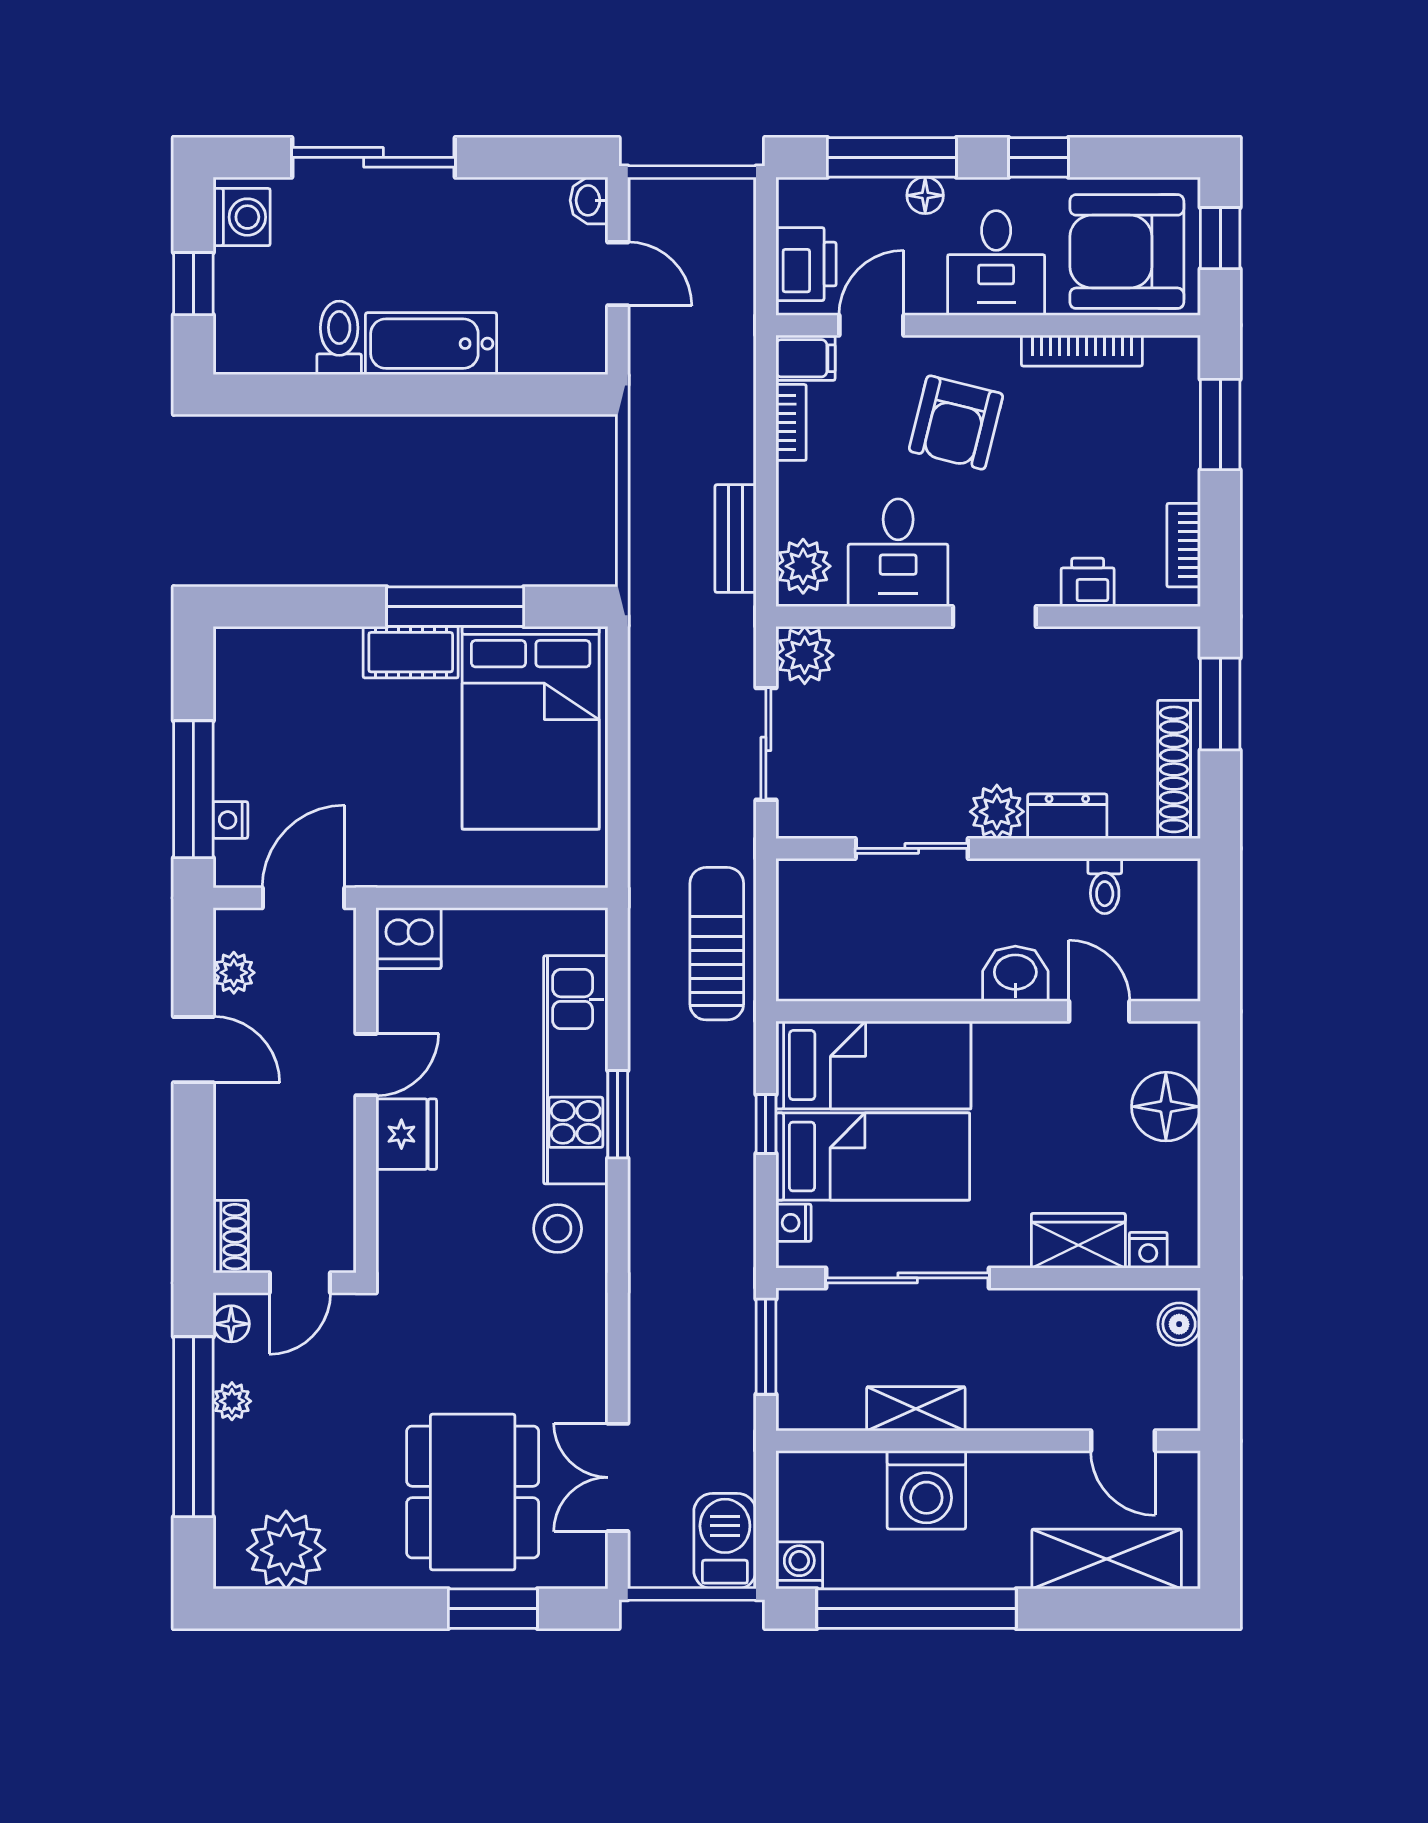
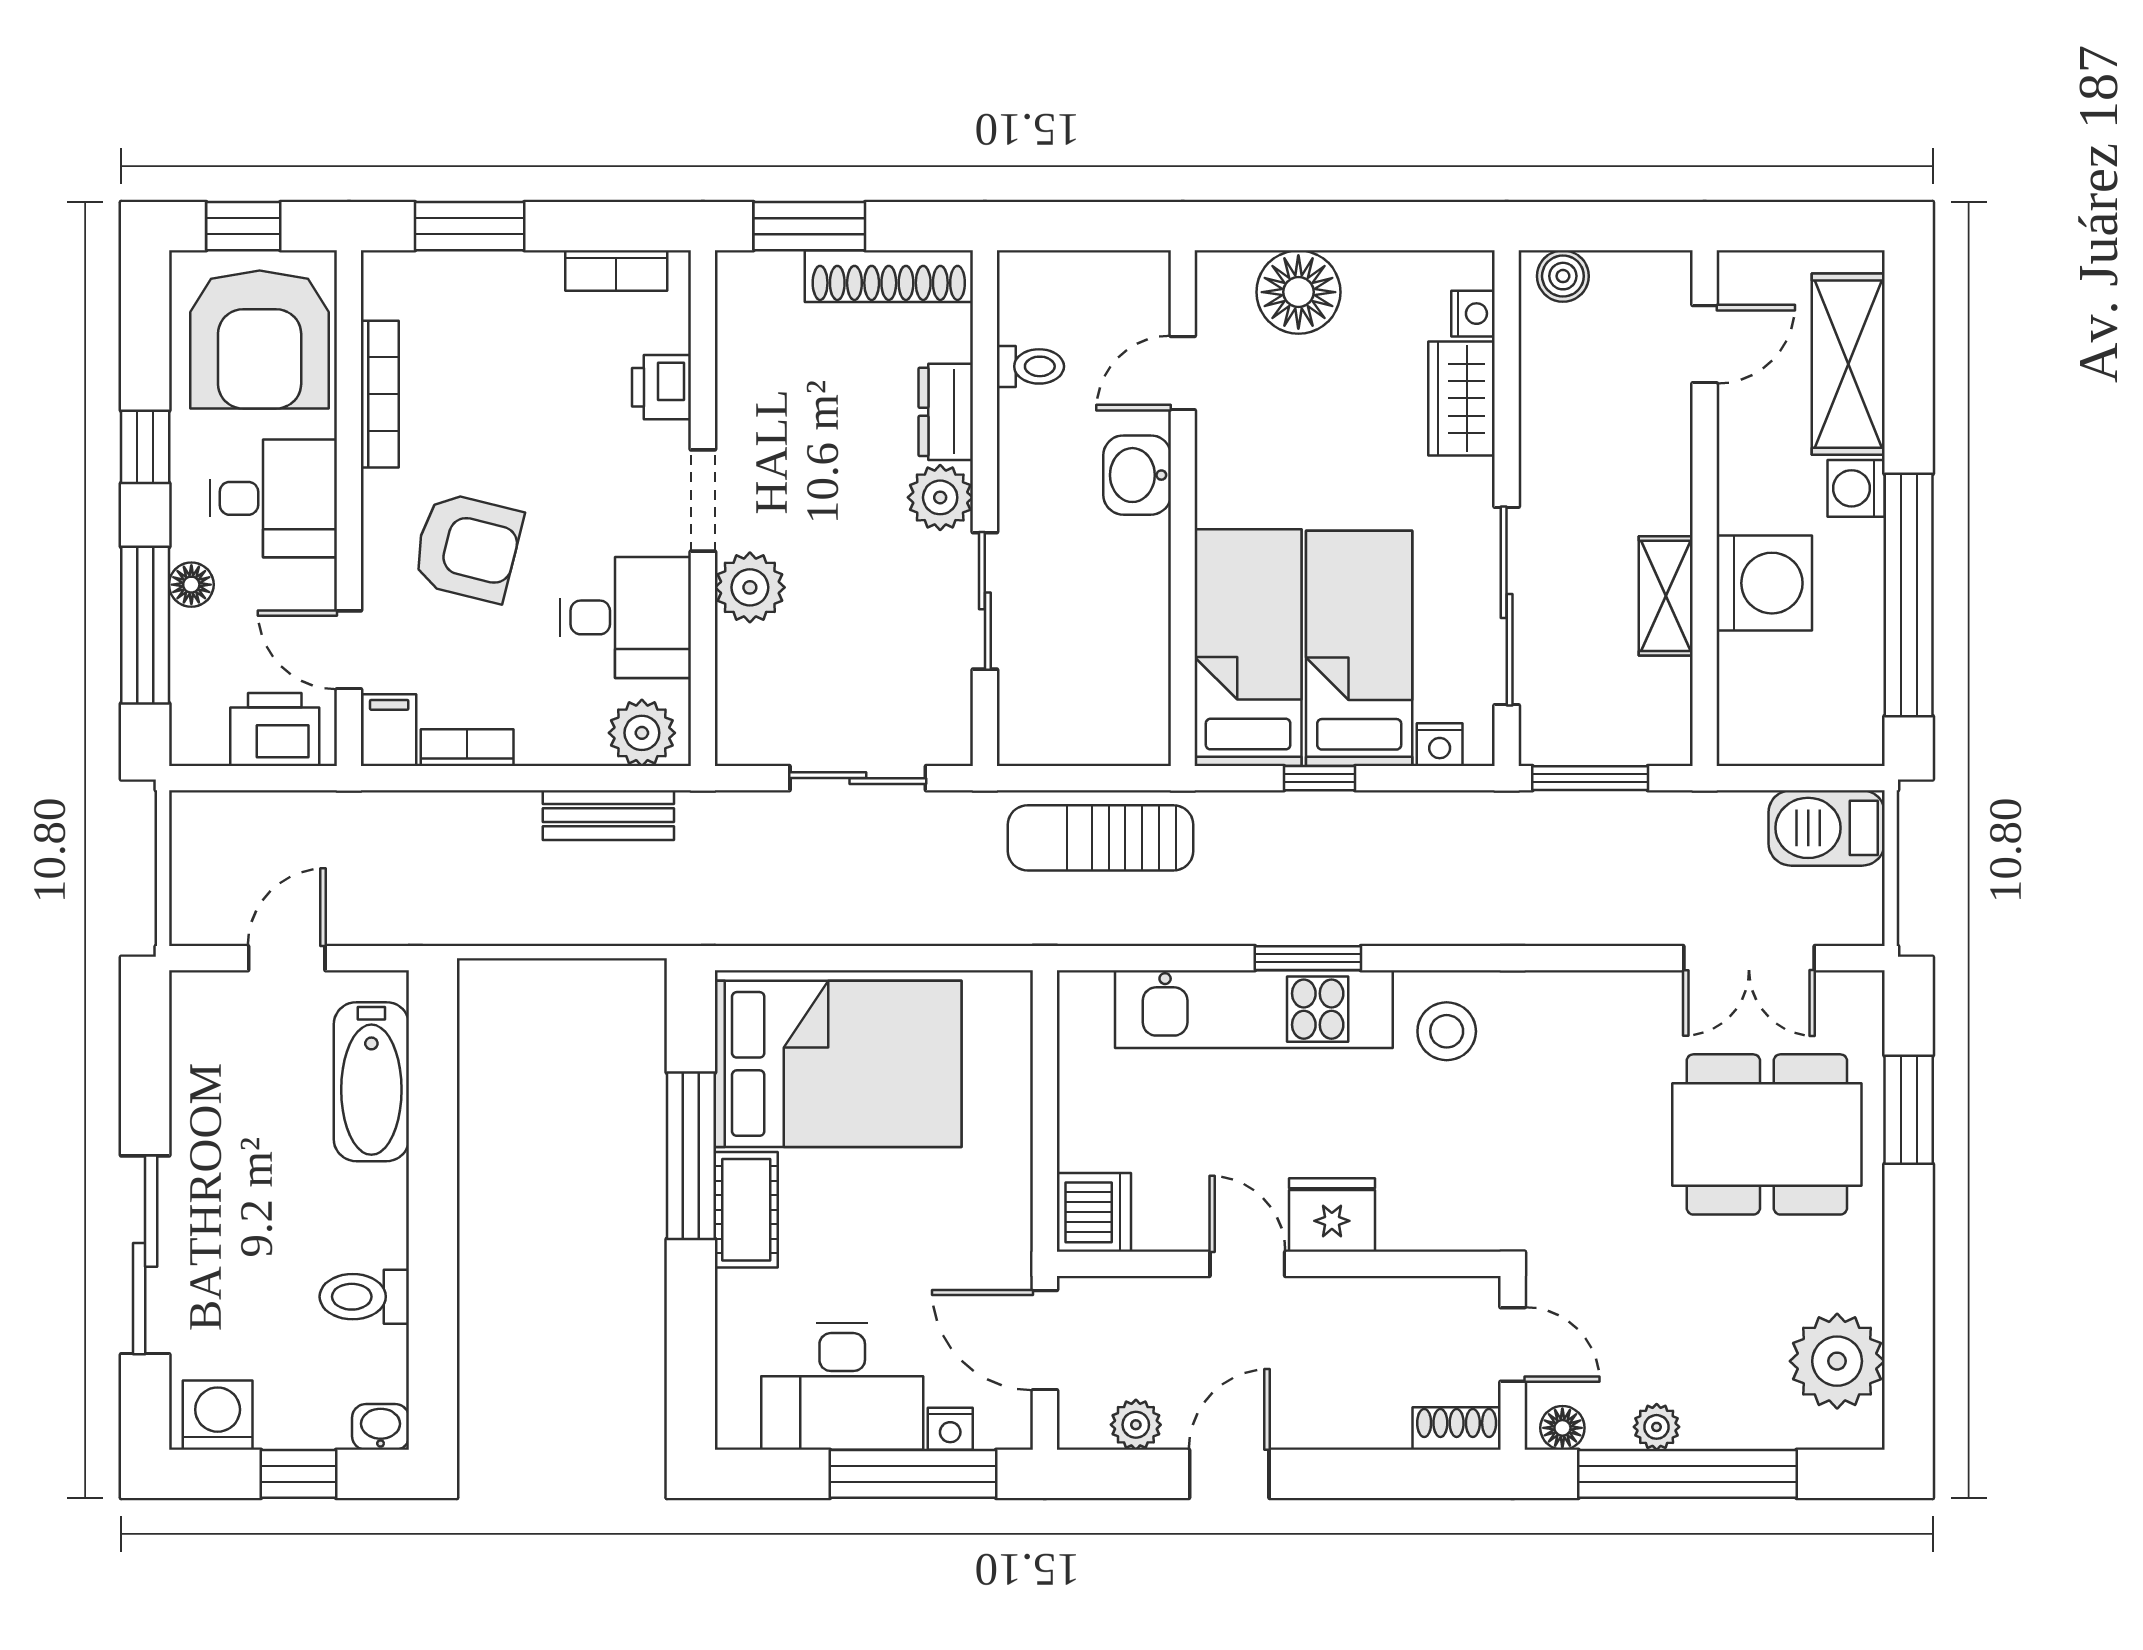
washbasin: (589, 200) -> (381, 1427), moved, turned 180
bathtub: (431, 344) -> (371, 1082), moved
plant: (805, 655) -> (750, 587), moved
desk: (265, 731) -> (842, 1386), added
washing machine: (799, 1565) -> (1856, 488), moved

